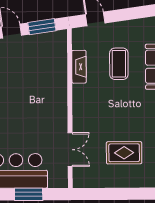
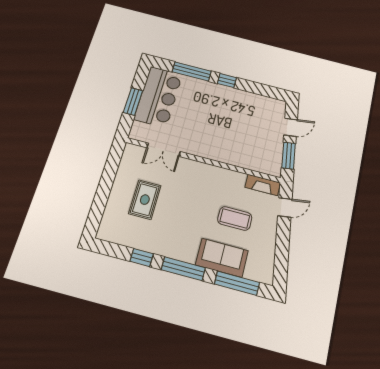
fireplace: (79, 67) -> (263, 185), moved

